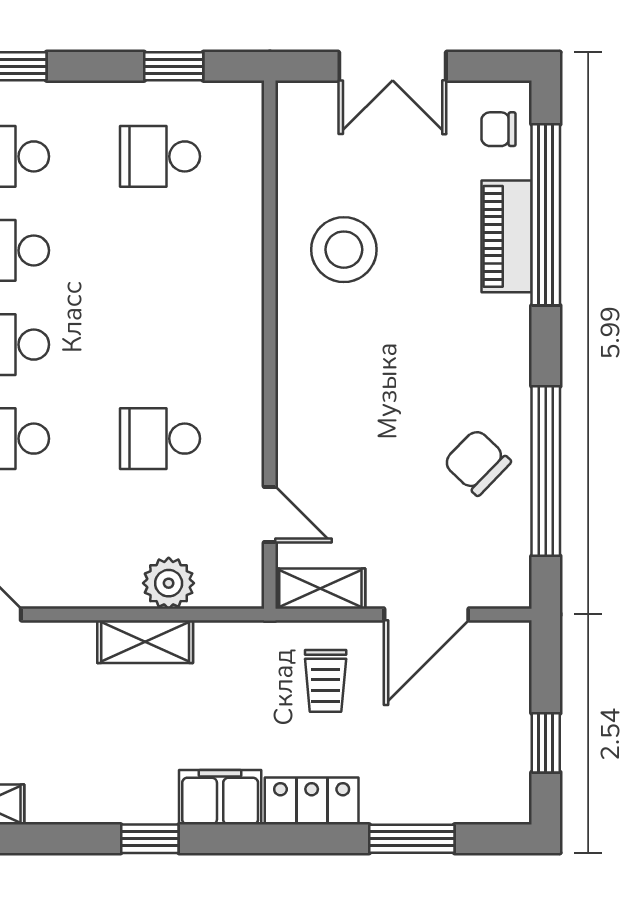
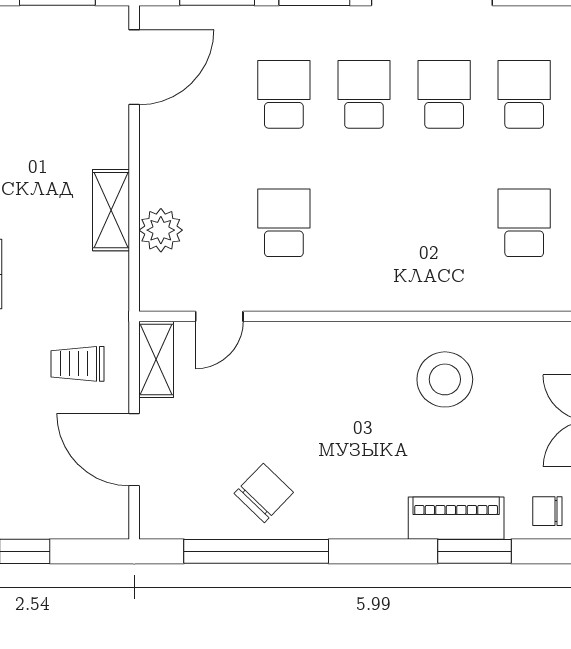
chair: (499, 129) -> (547, 511), turned -90
window: (546, 215) -> (474, 551), width x0.47

